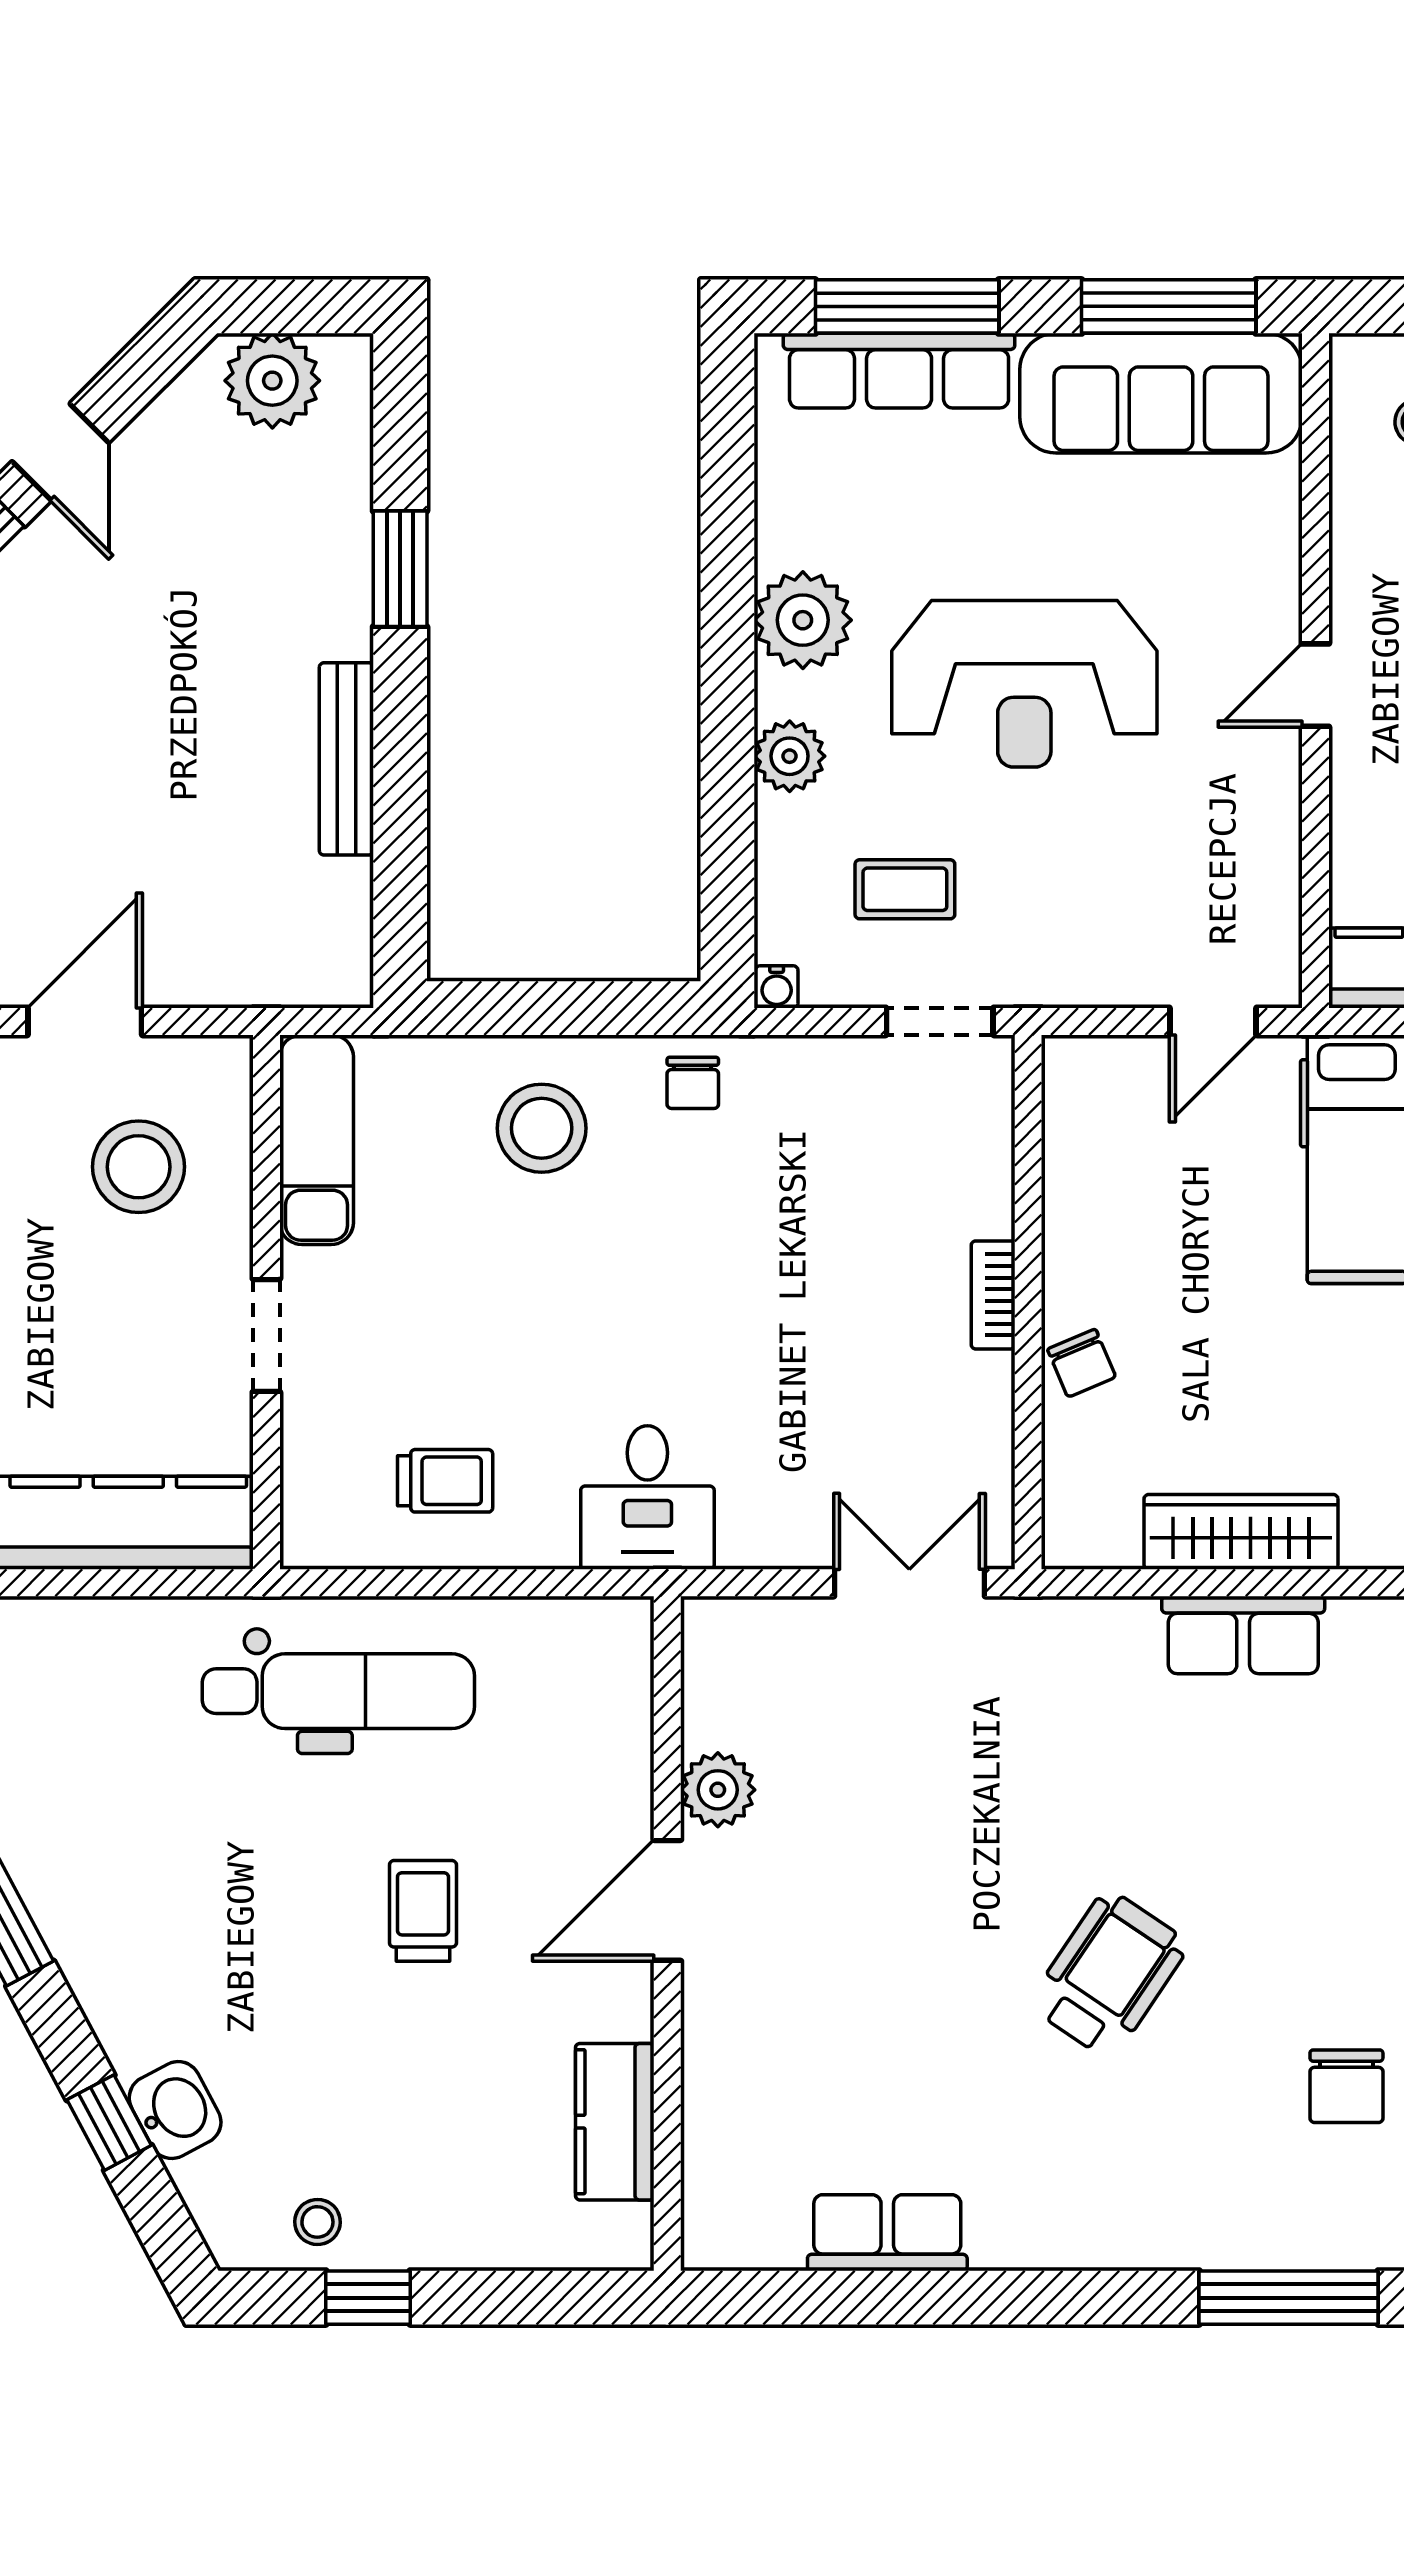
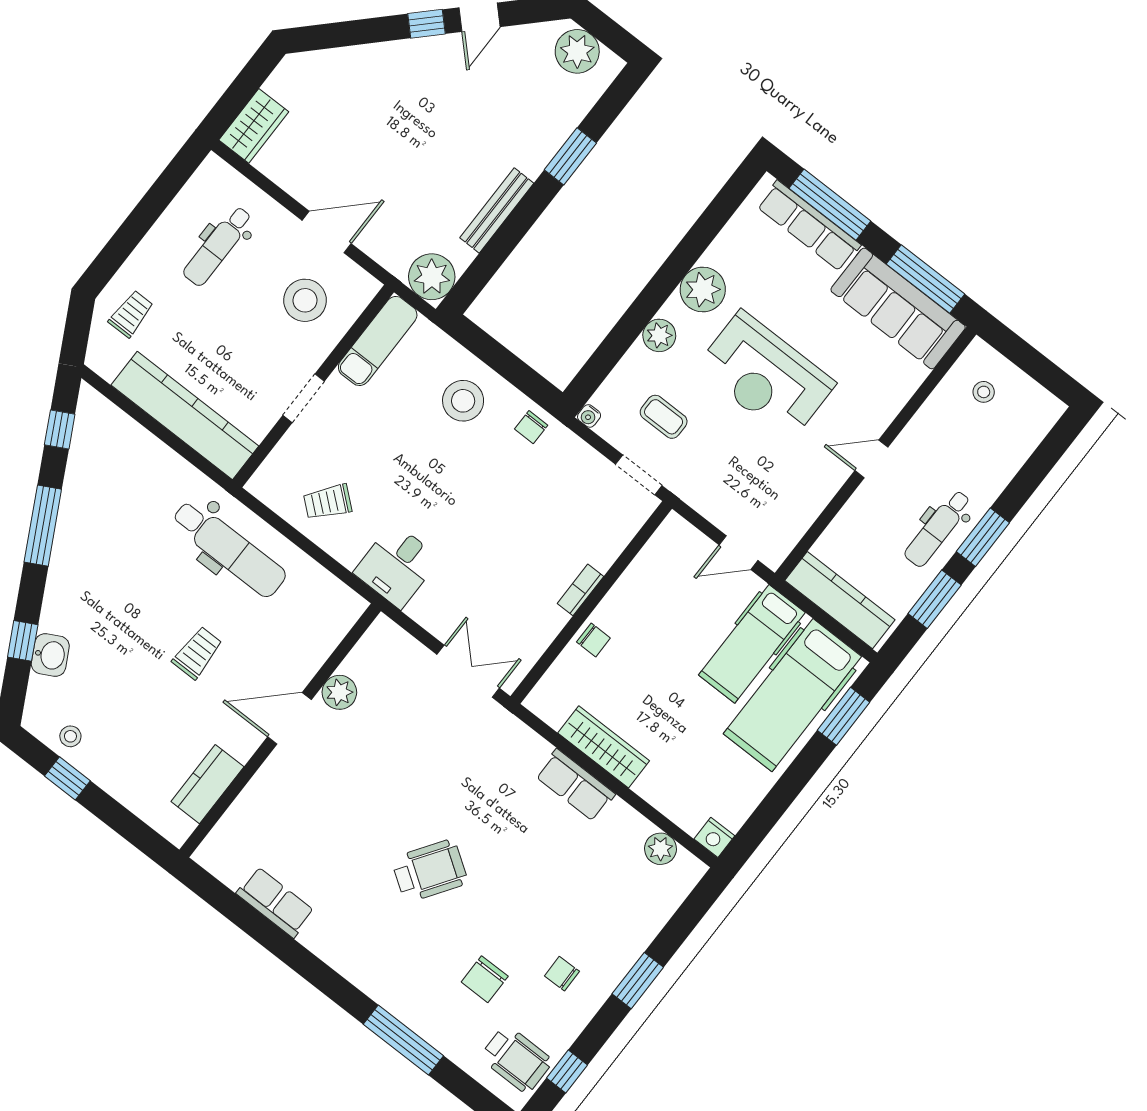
plant: (323, 958) -> (432, 277), added
chair: (1082, 1363) -> (593, 640), turned -67
trolley: (445, 1481) -> (328, 502), turned 130

